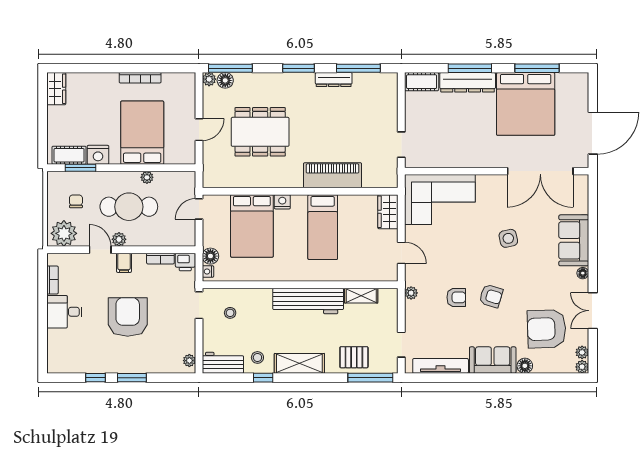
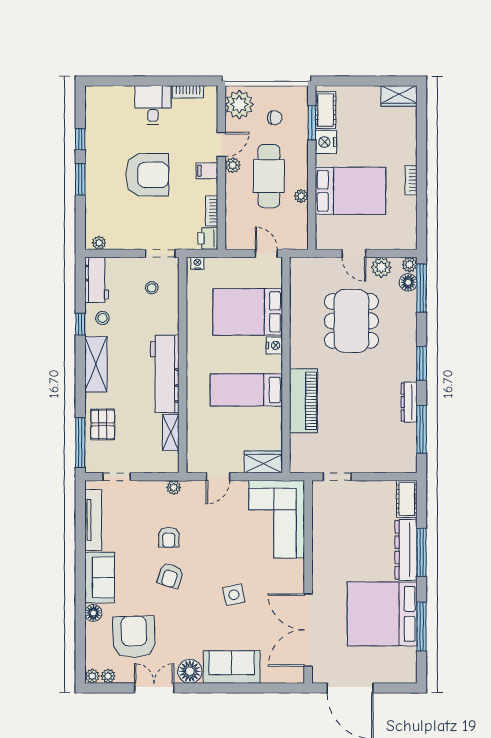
bookcase: (140, 78) -> (411, 180), width x0.64
plant: (211, 105) -> (381, 267), added
floor lamp: (210, 256) -> (214, 266), removed
floor lamp: (583, 273) -> (190, 671), width x1.89, depth x1.89

